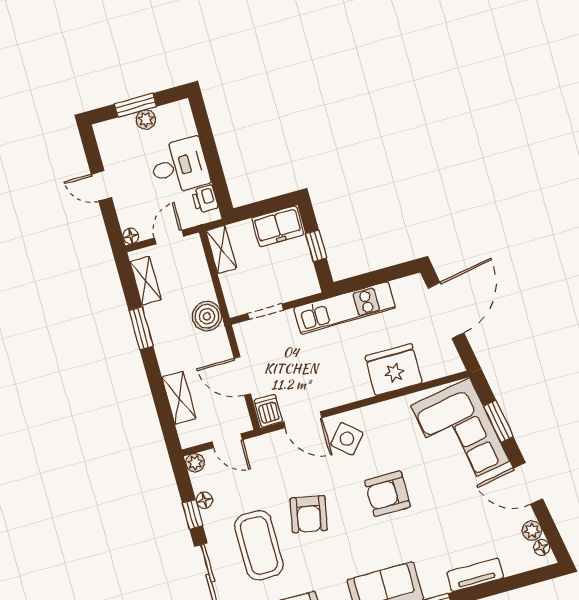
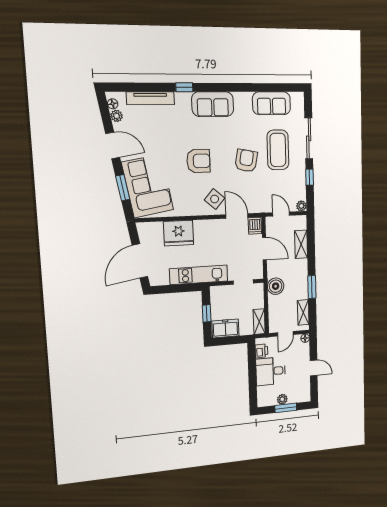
floor lamp: (204, 500) -> (301, 184), removed
tv unit: (475, 575) -> (150, 98), width x1.41

